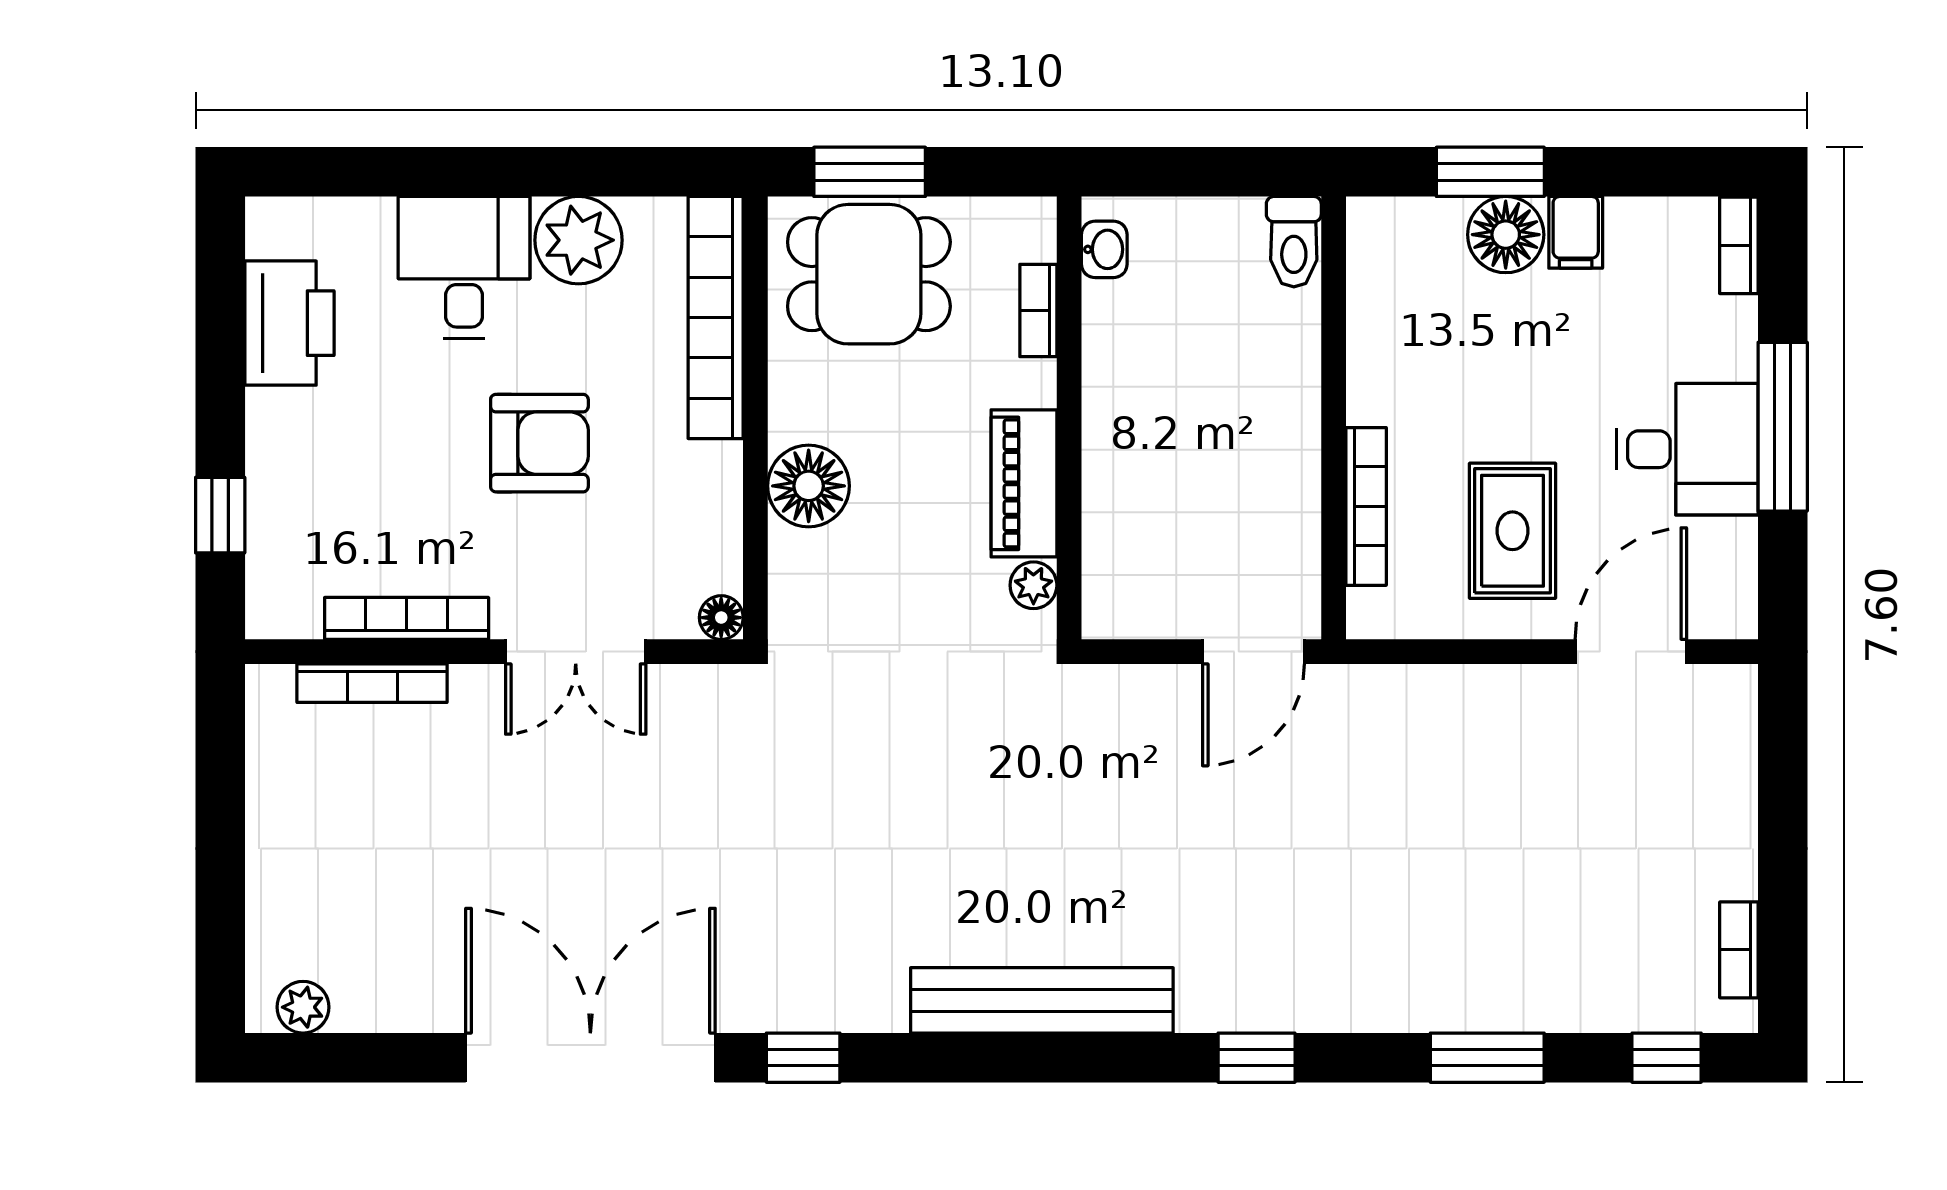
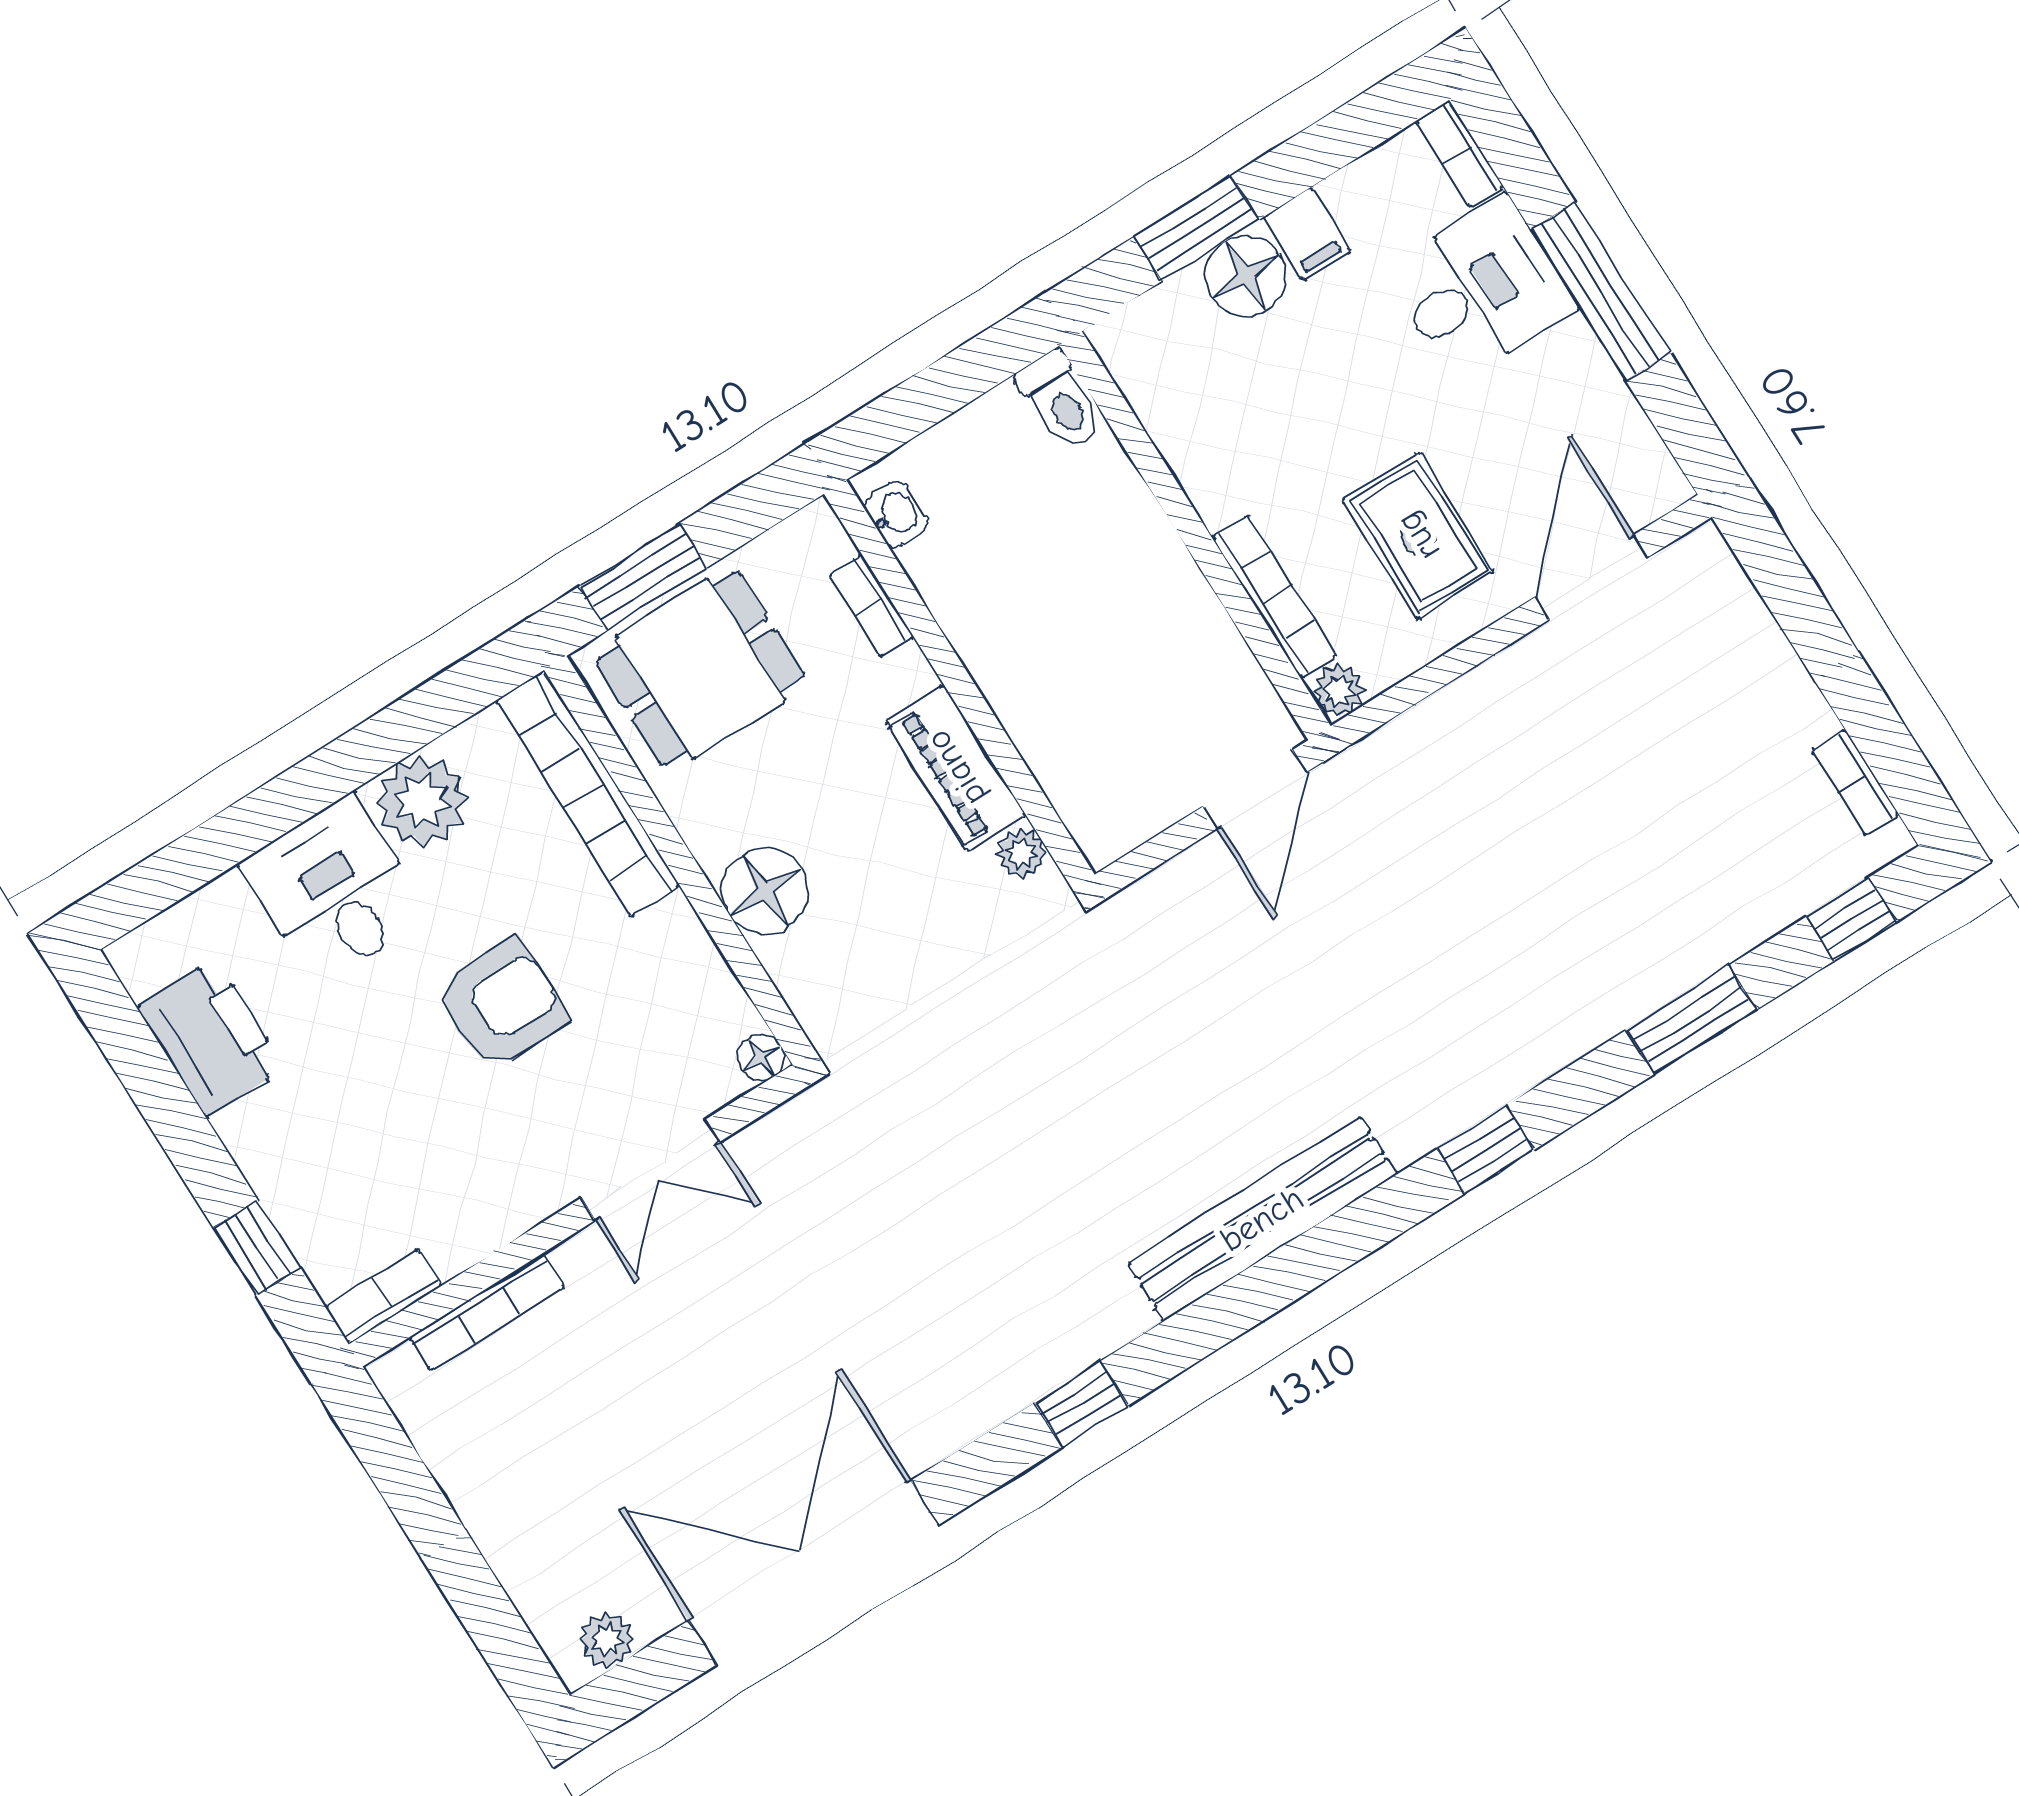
desk: (1687, 449) -> (1480, 289), moved
plant: (1371, 615) -> (1339, 691), added
bookcase: (407, 618) -> (384, 1296), moved, width x0.64
double door: (590, 1058) -> (814, 1573), moved

